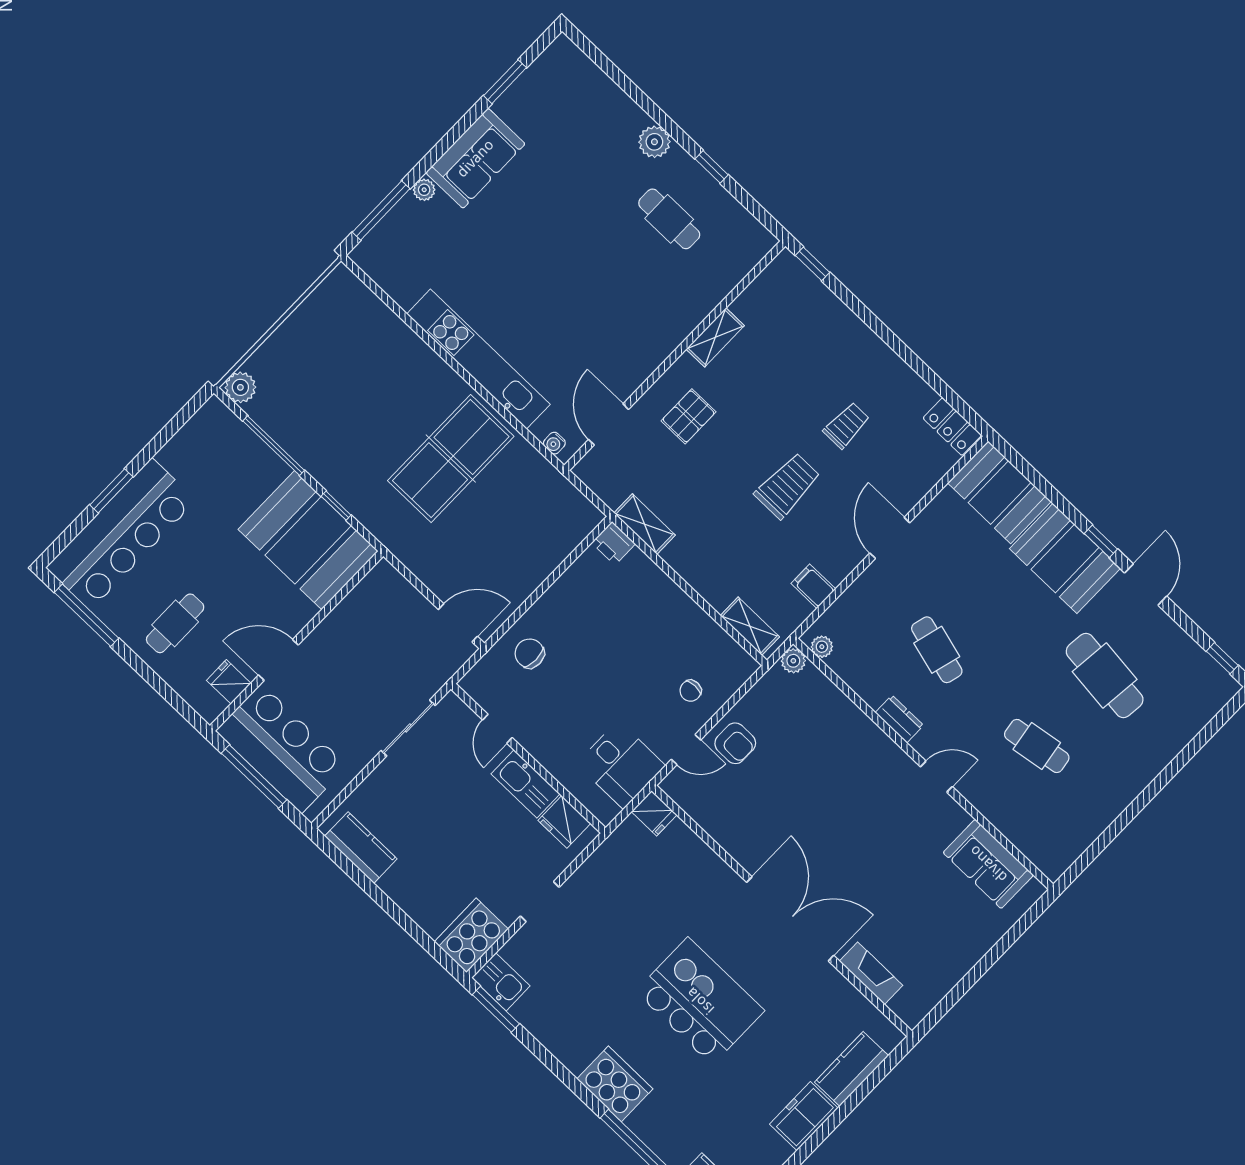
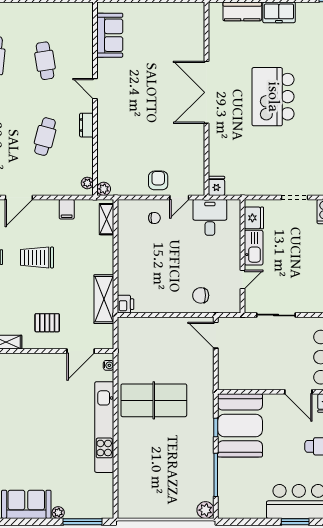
shelving: (644, 524) -> (104, 299), width x1.50, depth x1.33
chair: (530, 653) -> (201, 295), turned 90
door: (686, 750) -> (179, 197), swing flipped
fireplace: (871, 973) -> (197, 40), removed

